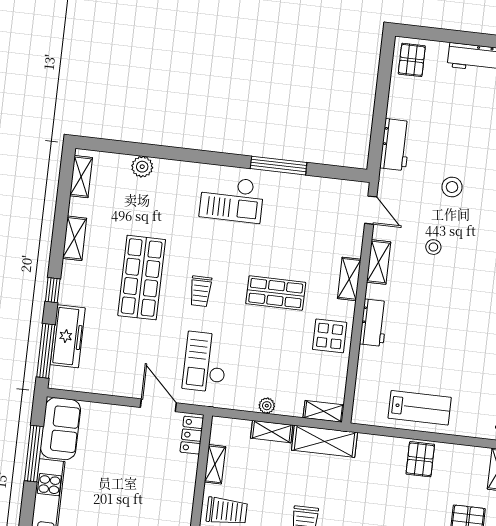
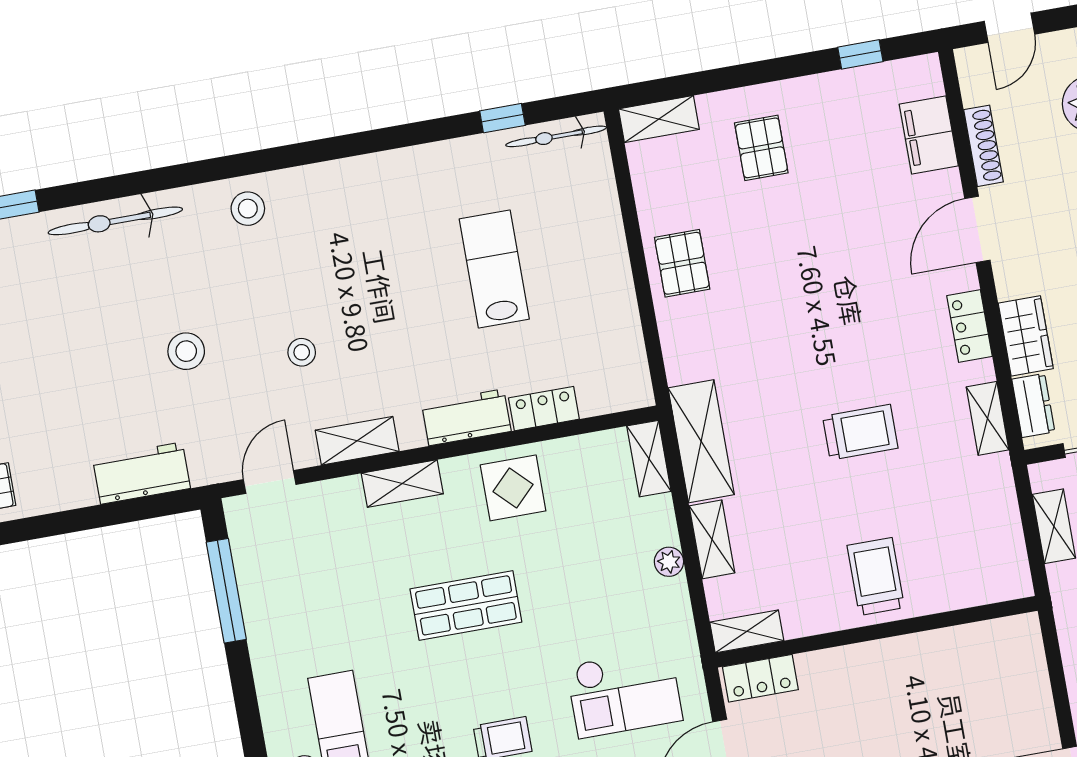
window: (279, 166) -> (226, 591), moved
shop shelf: (276, 293) -> (466, 605), turned 90
locker: (366, 364) -> (544, 409), added
lab bench: (420, 408) -> (494, 269), moved
pallet: (420, 459) -> (682, 263), turned 90
shelving: (215, 464) -> (747, 631), moved

